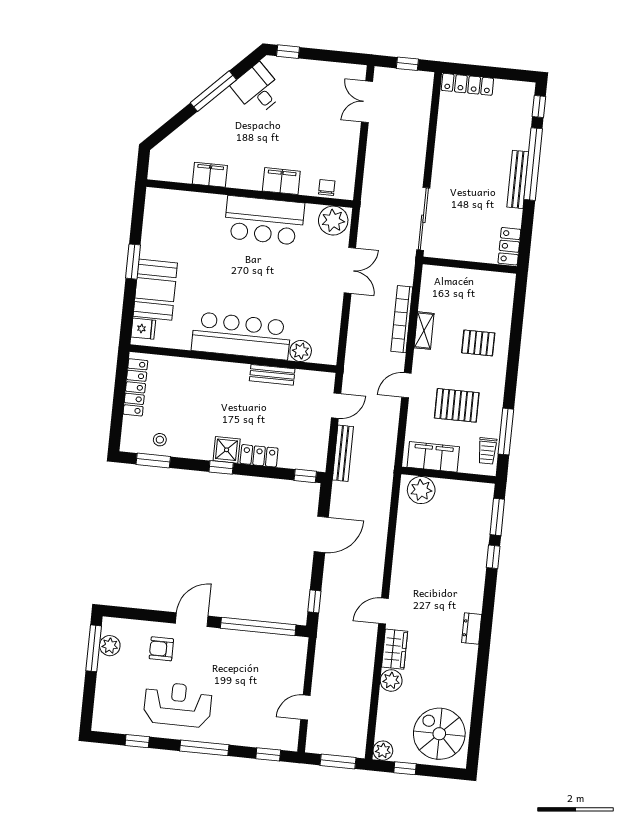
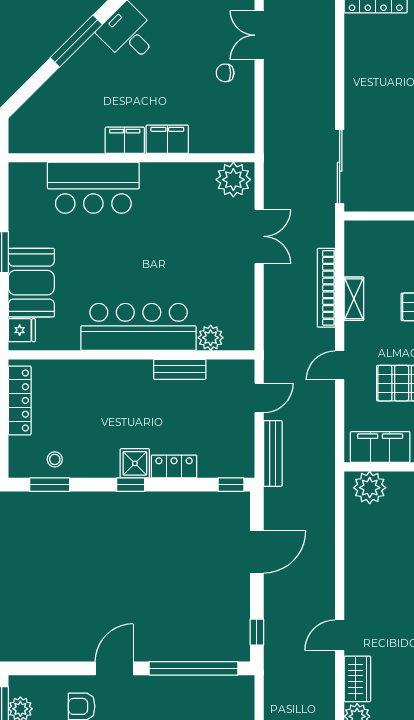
filing cabinet: (210, 175) -> (125, 140), moved
chair: (327, 188) -> (225, 73), moved, turned -90
bar counter: (264, 220) -> (93, 188), moved

